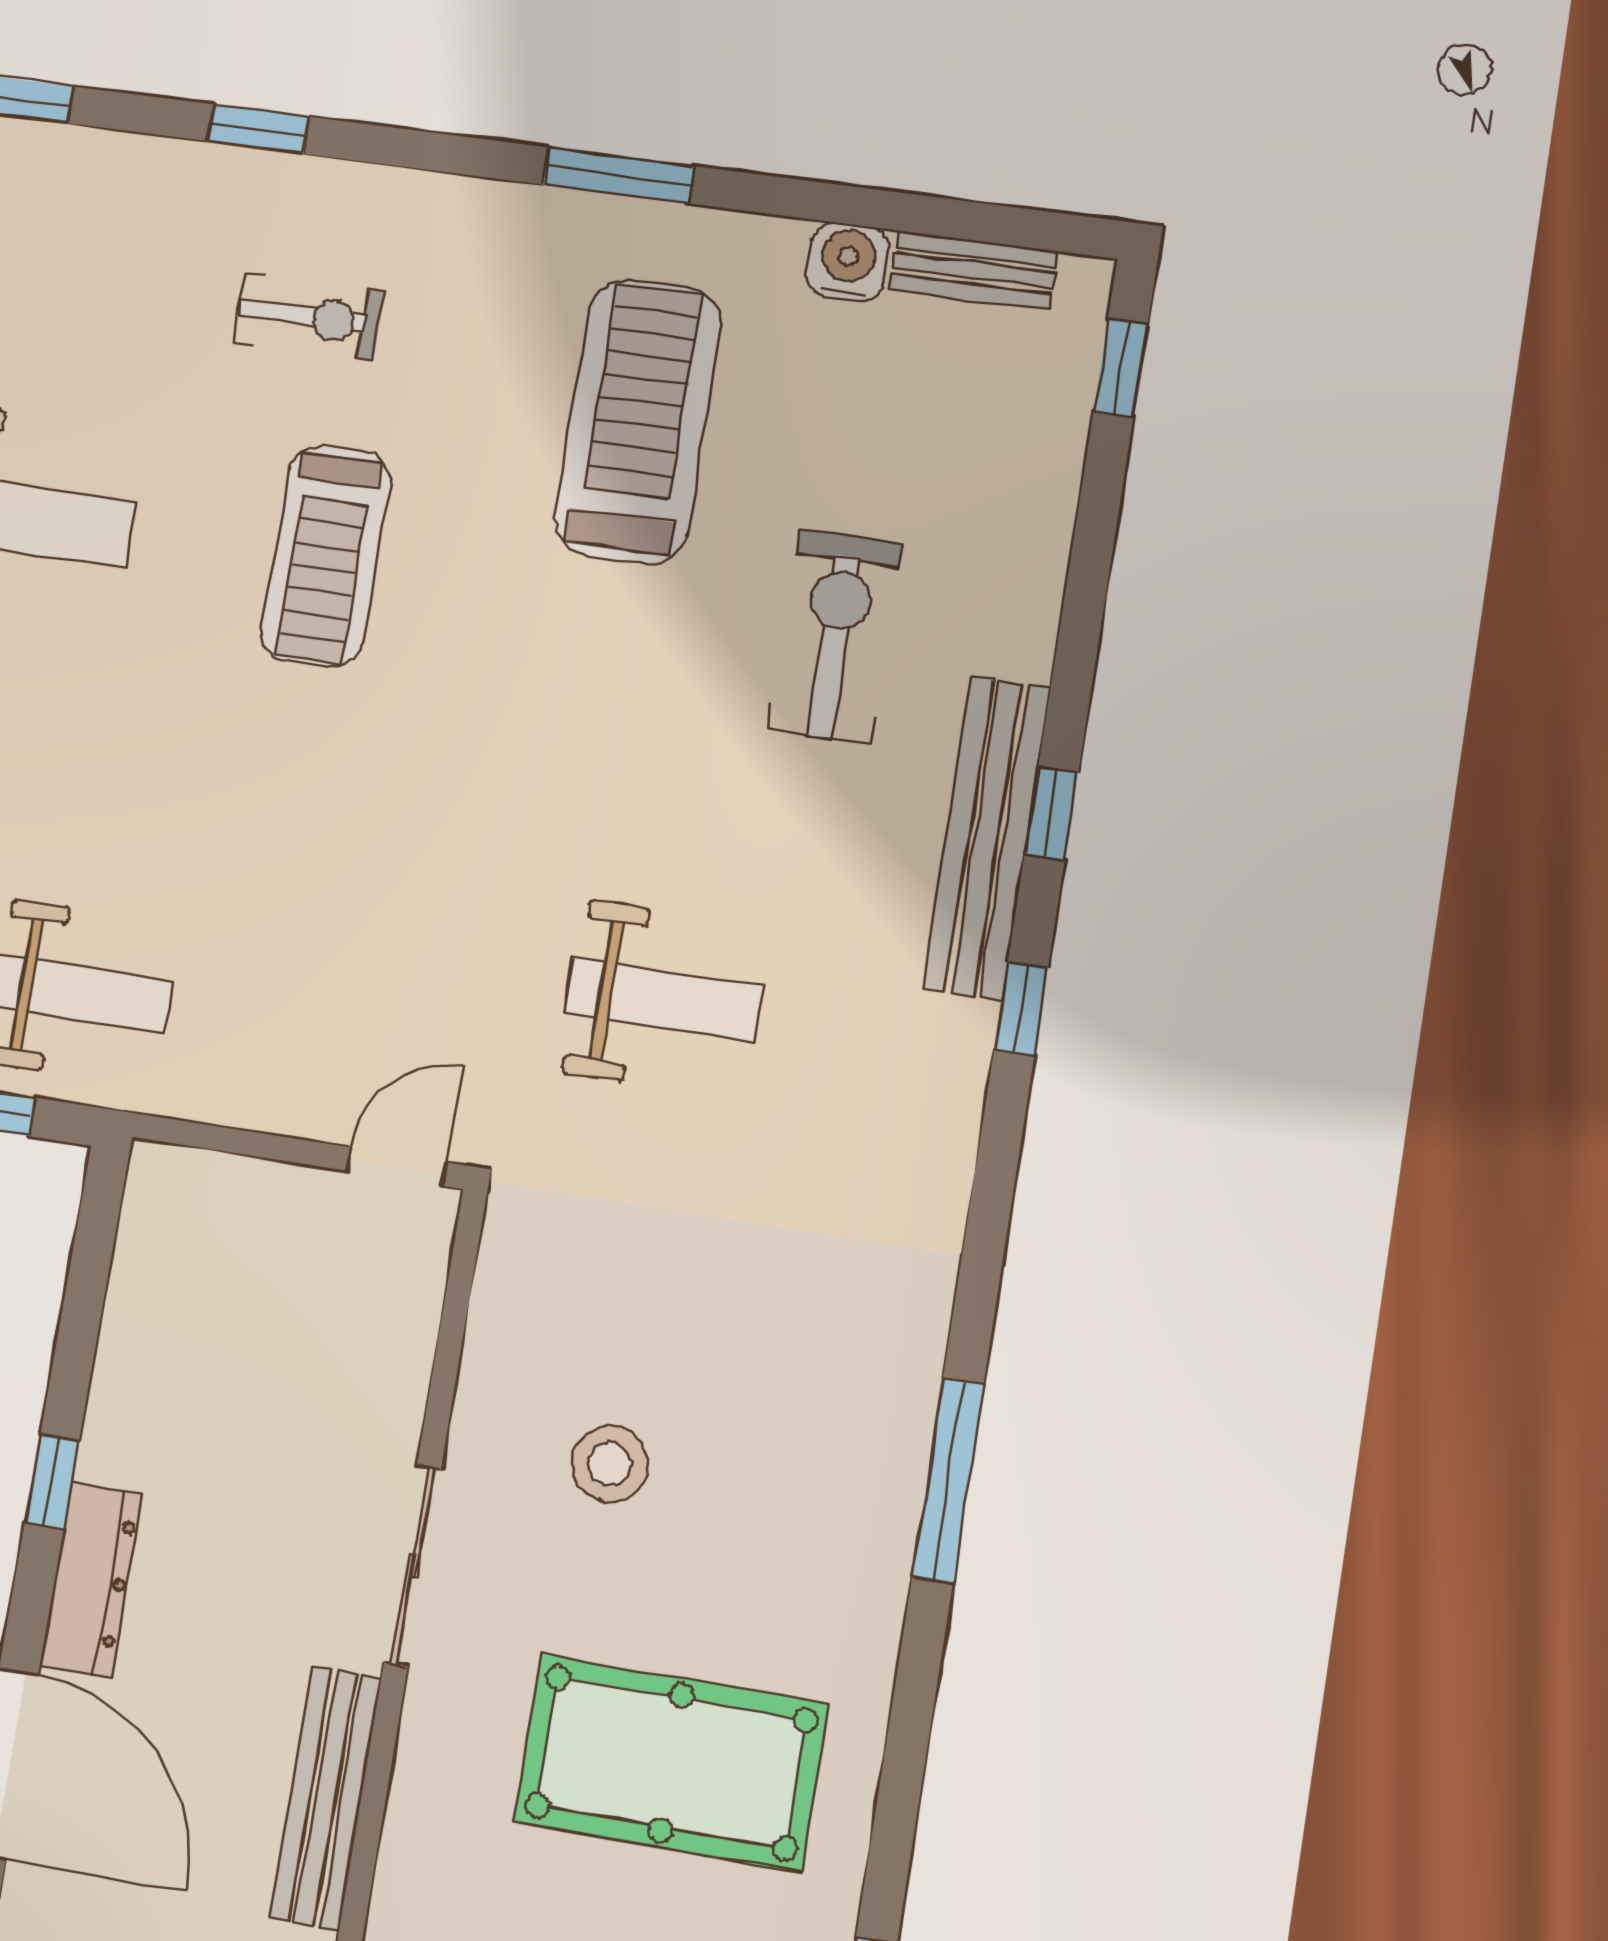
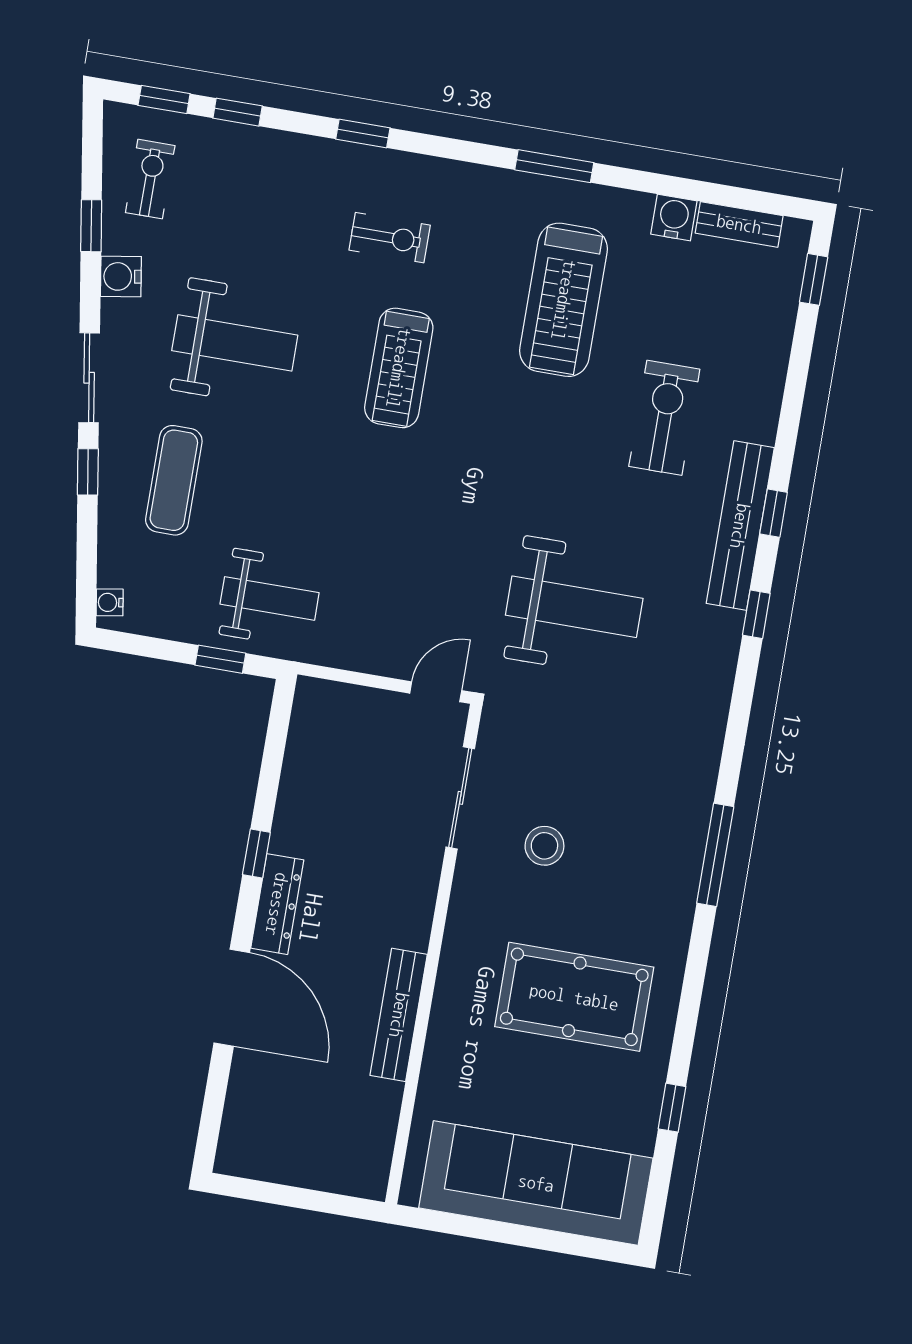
treadmill: (638, 421) -> (564, 300), turned 180
weight bench: (664, 1000) -> (574, 607), width x1.36, depth x1.33
sliding door: (412, 1566) -> (460, 798), moved

